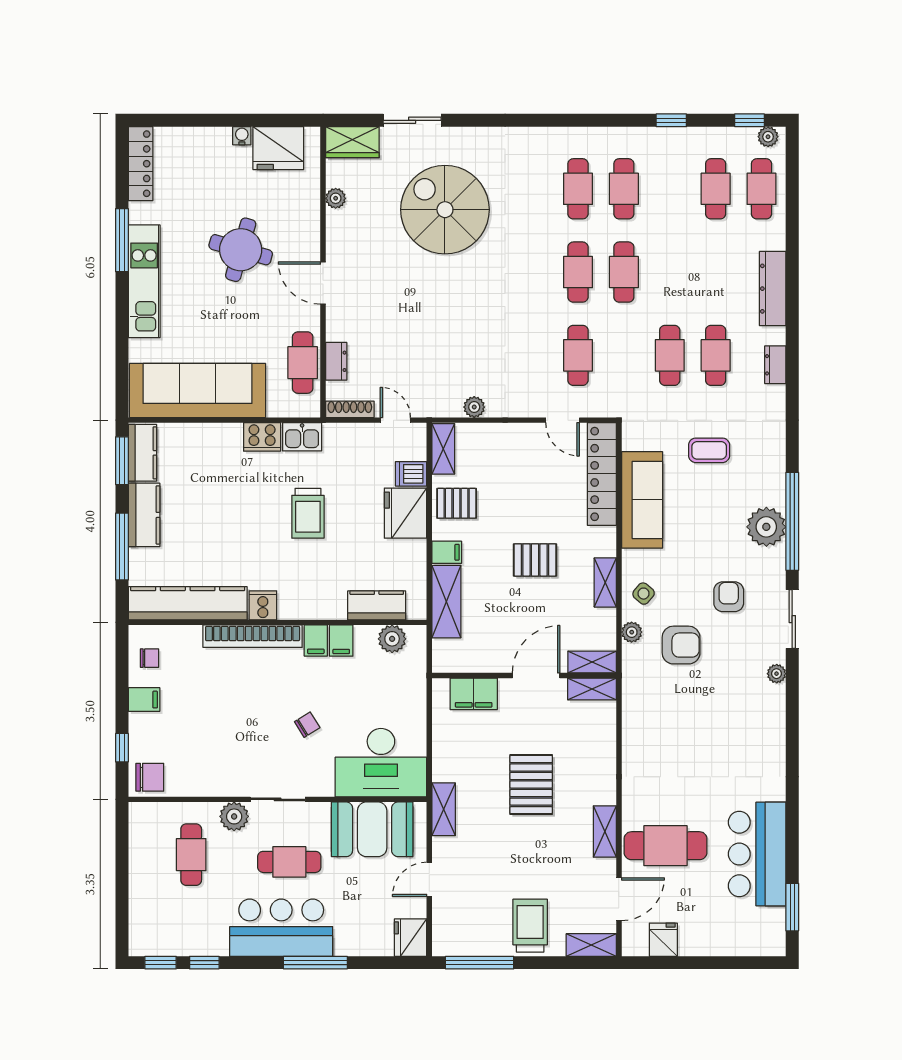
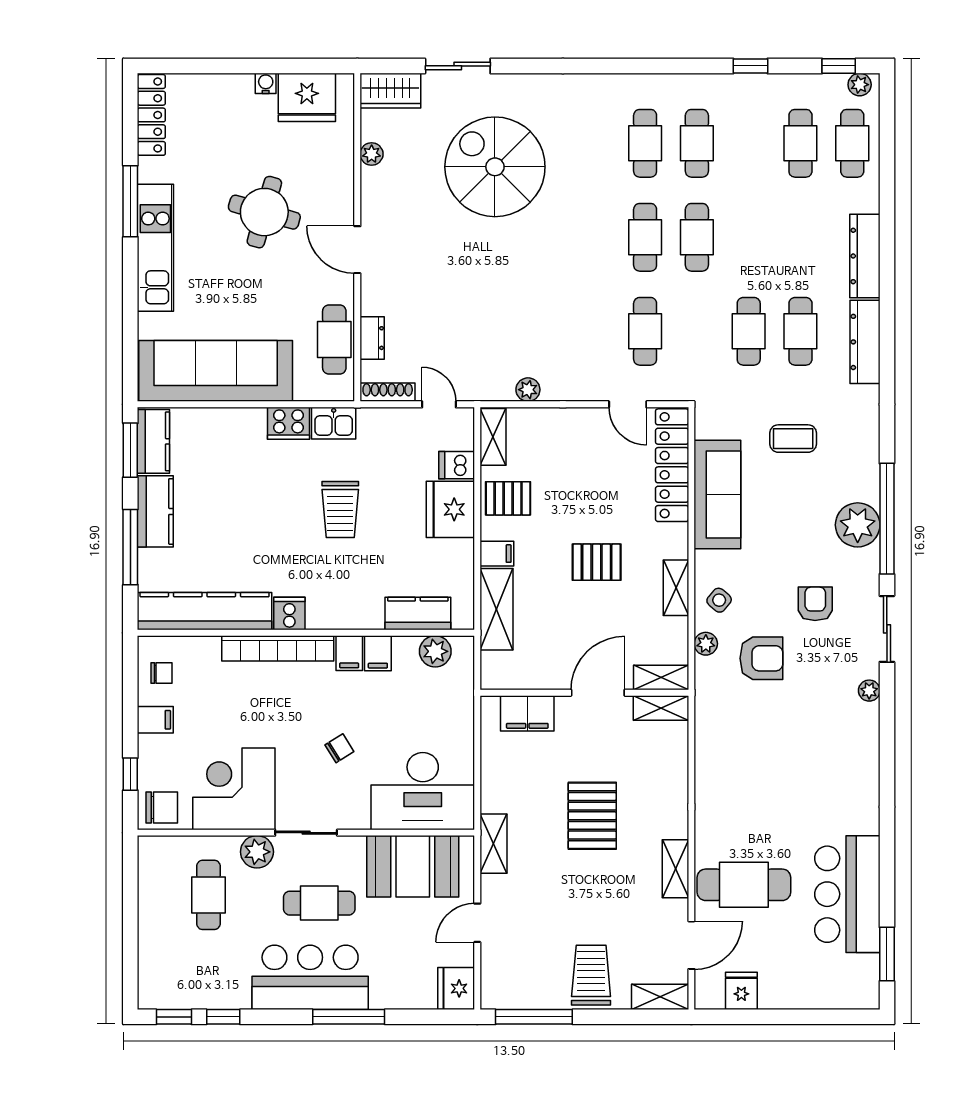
dresser: (775, 365) -> (865, 342), width x1.96, depth x1.24
corner desk: (214, 761) -> (234, 789), added

